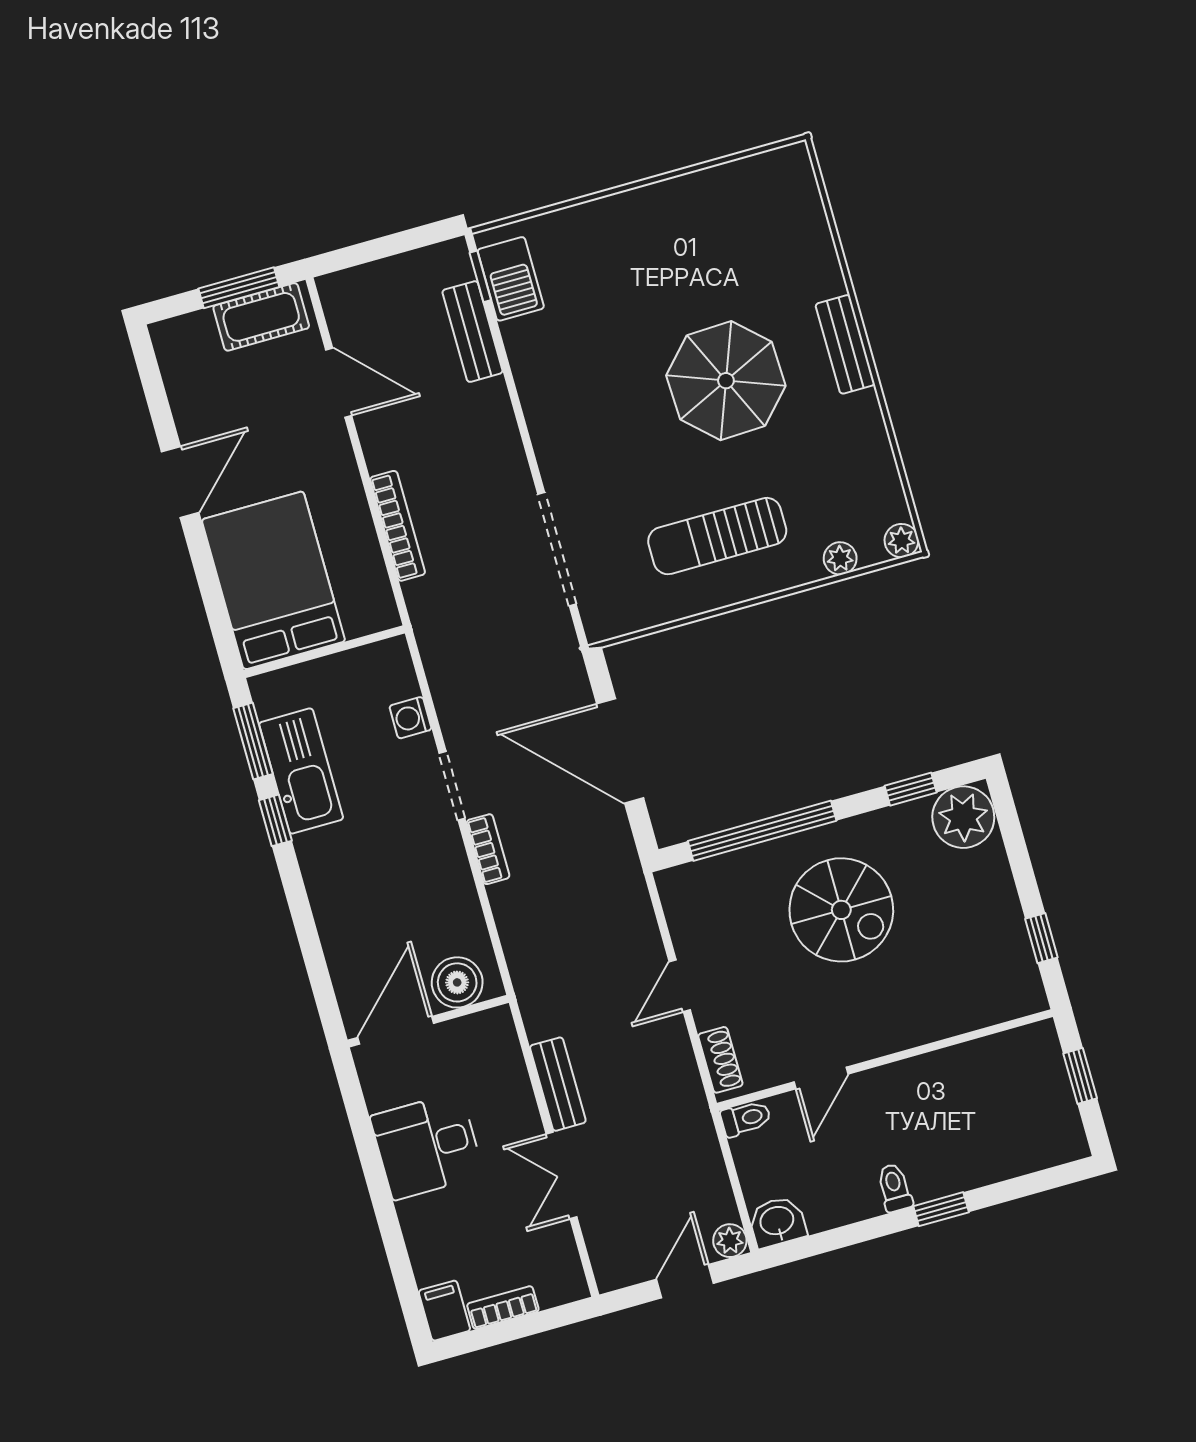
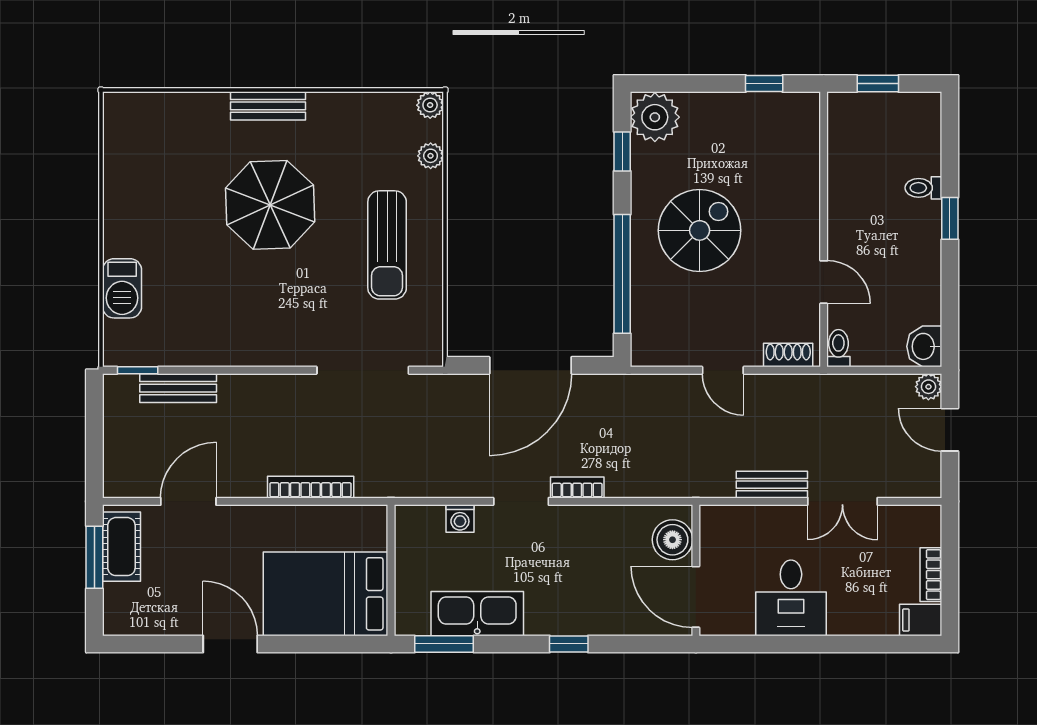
barbecue: (511, 279) -> (122, 288), moved, turned 90
window: (275, 820) -> (569, 644), moved
toilet: (895, 1188) -> (923, 188), moved

